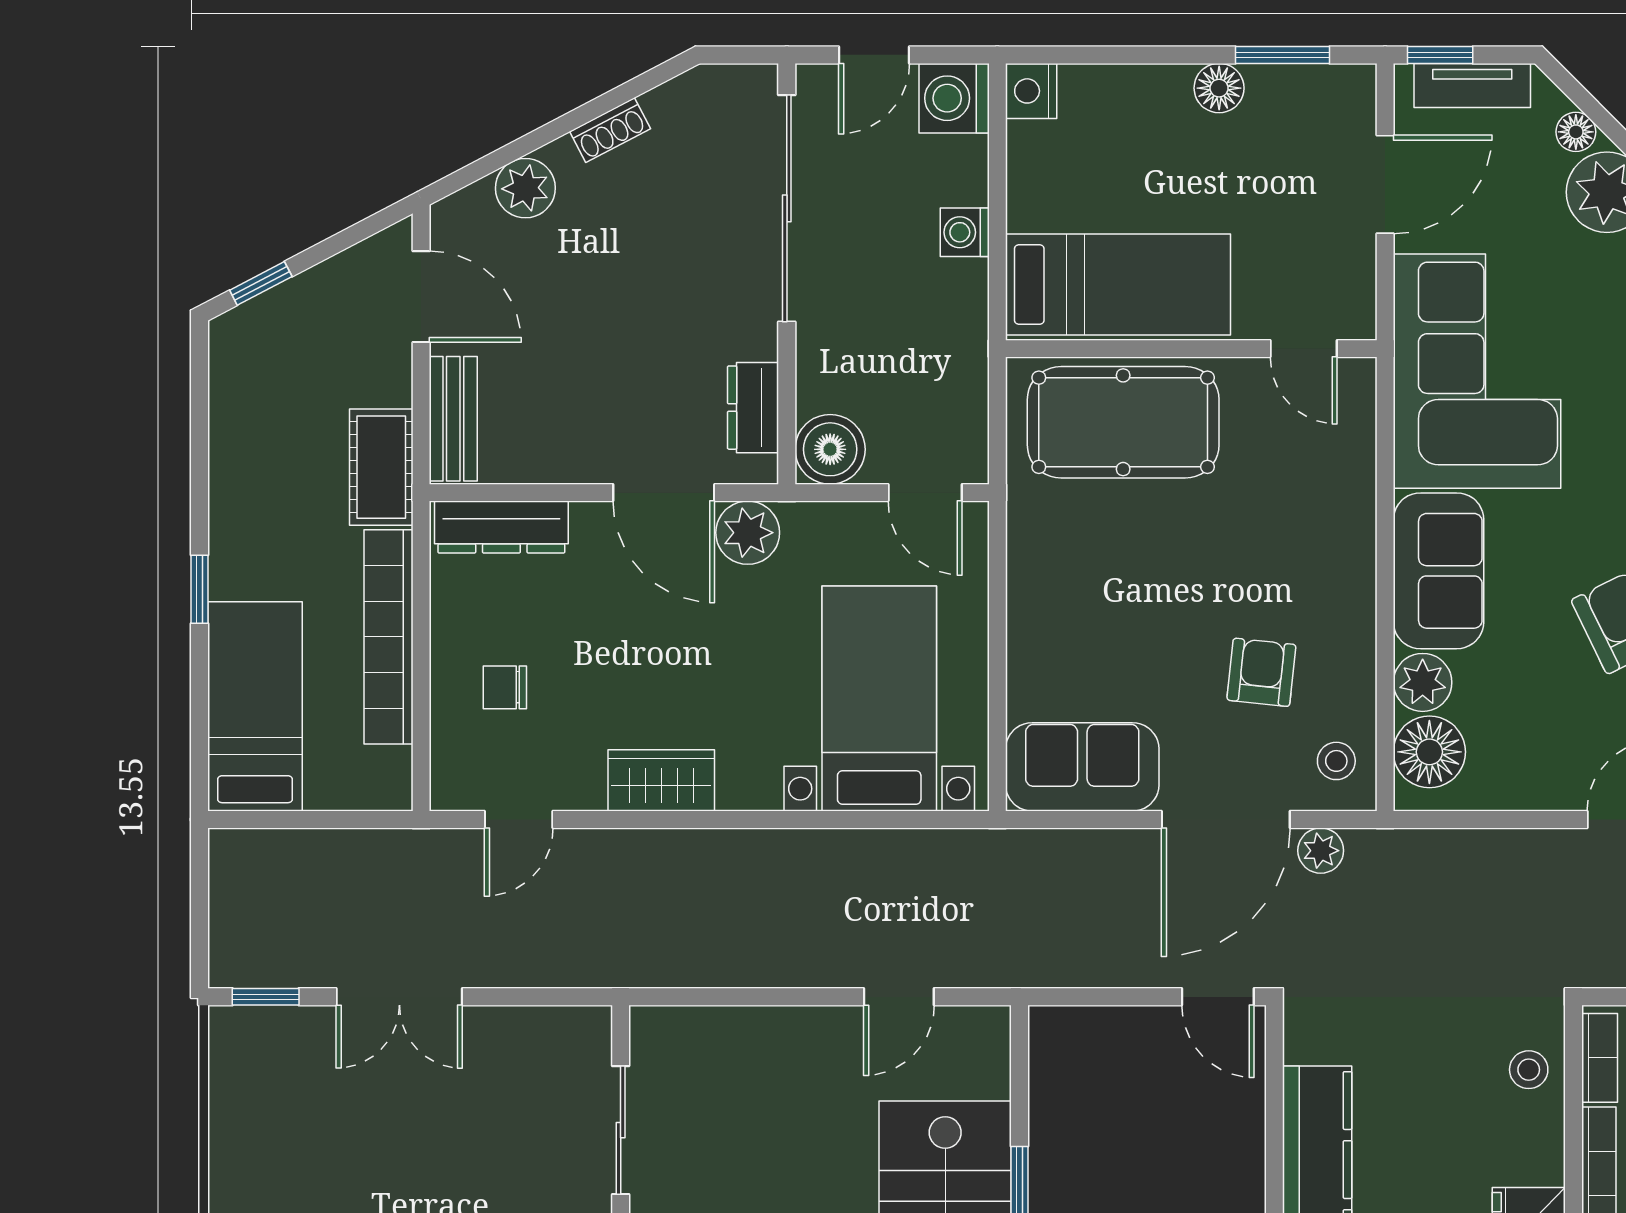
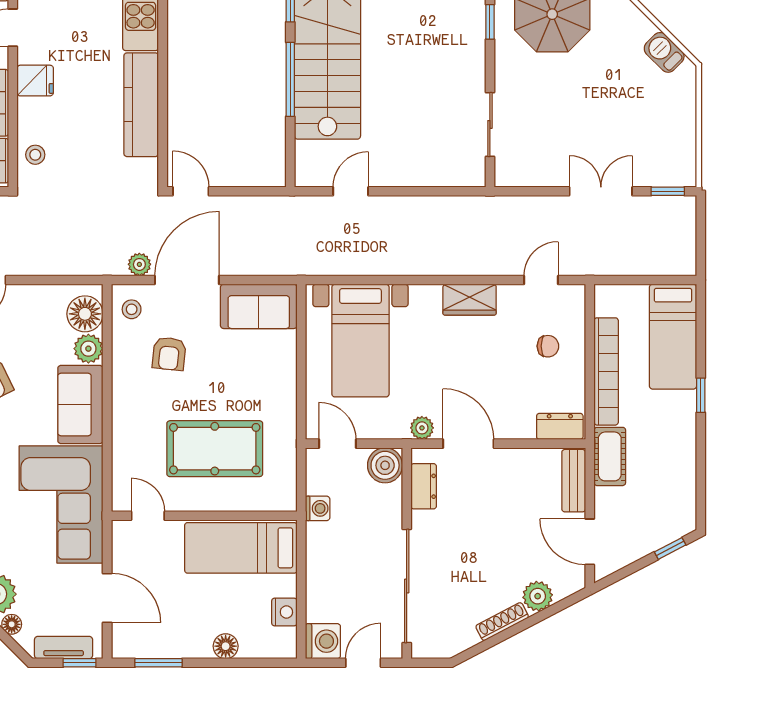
floor lamp: (1219, 88) -> (226, 646), moved
nightstand: (1031, 91) -> (284, 612), moved
shoe rack: (610, 130) -> (502, 622), width x1.43
door: (1385, 184) -> (107, 598), swing flipped
washing machine: (965, 232) -> (318, 508), moved
pool table: (1123, 422) -> (215, 449), moved
dresser: (501, 527) -> (560, 426), width x0.70
plant: (748, 533) -> (422, 428), width x0.73, depth x0.73

